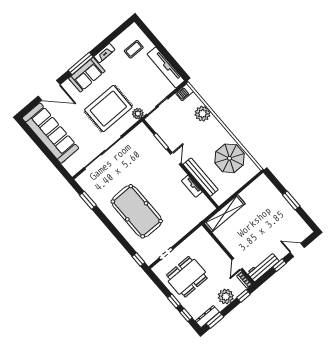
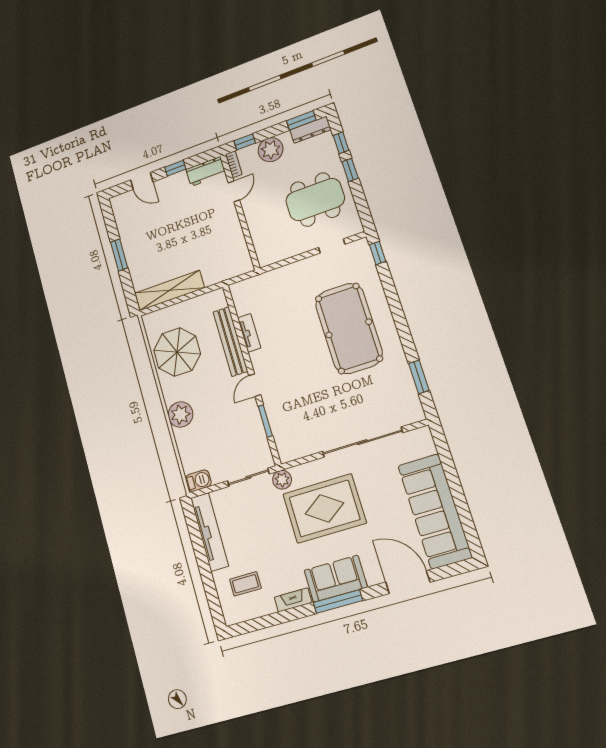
plant: (203, 114) -> (180, 414), moved
shelving: (225, 213) -> (170, 290), moved
workbench: (263, 267) -> (206, 171), width x0.73

